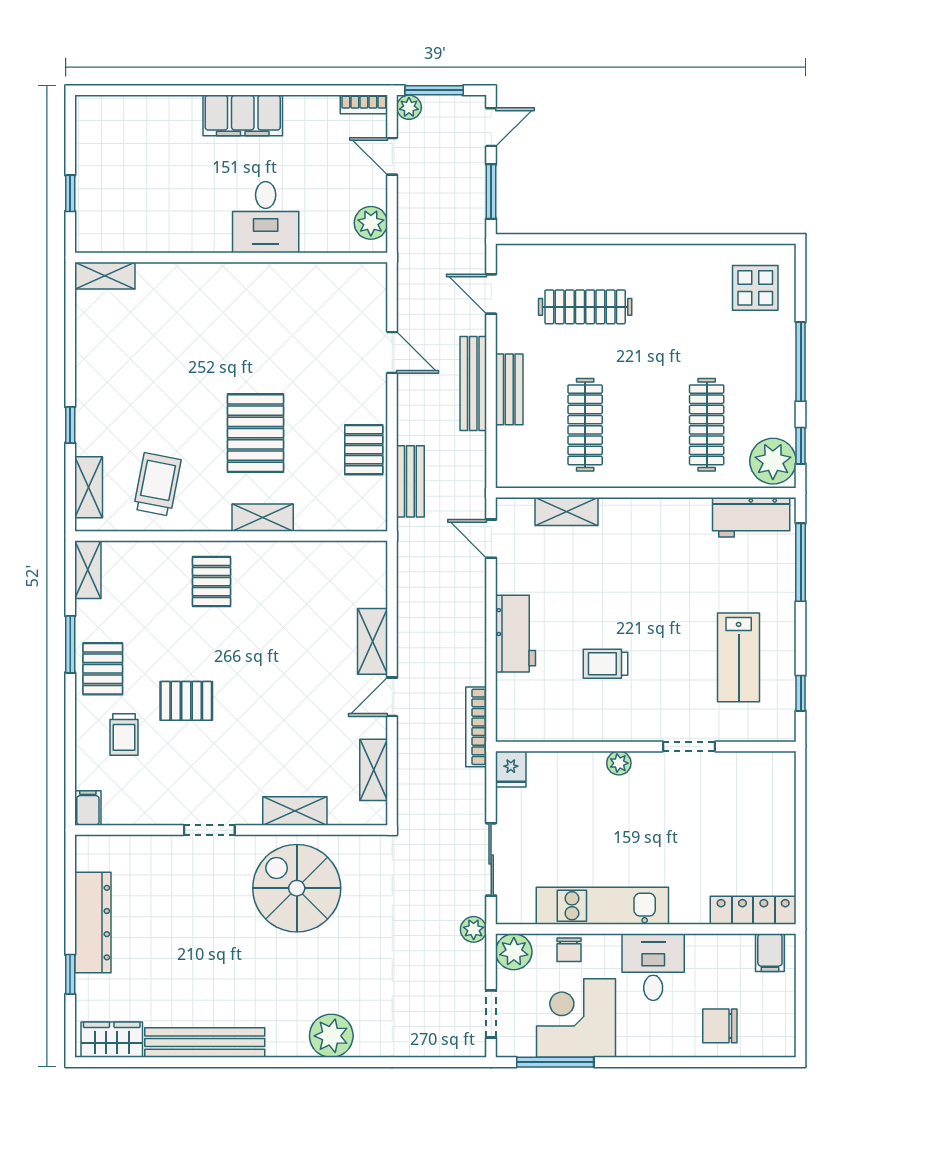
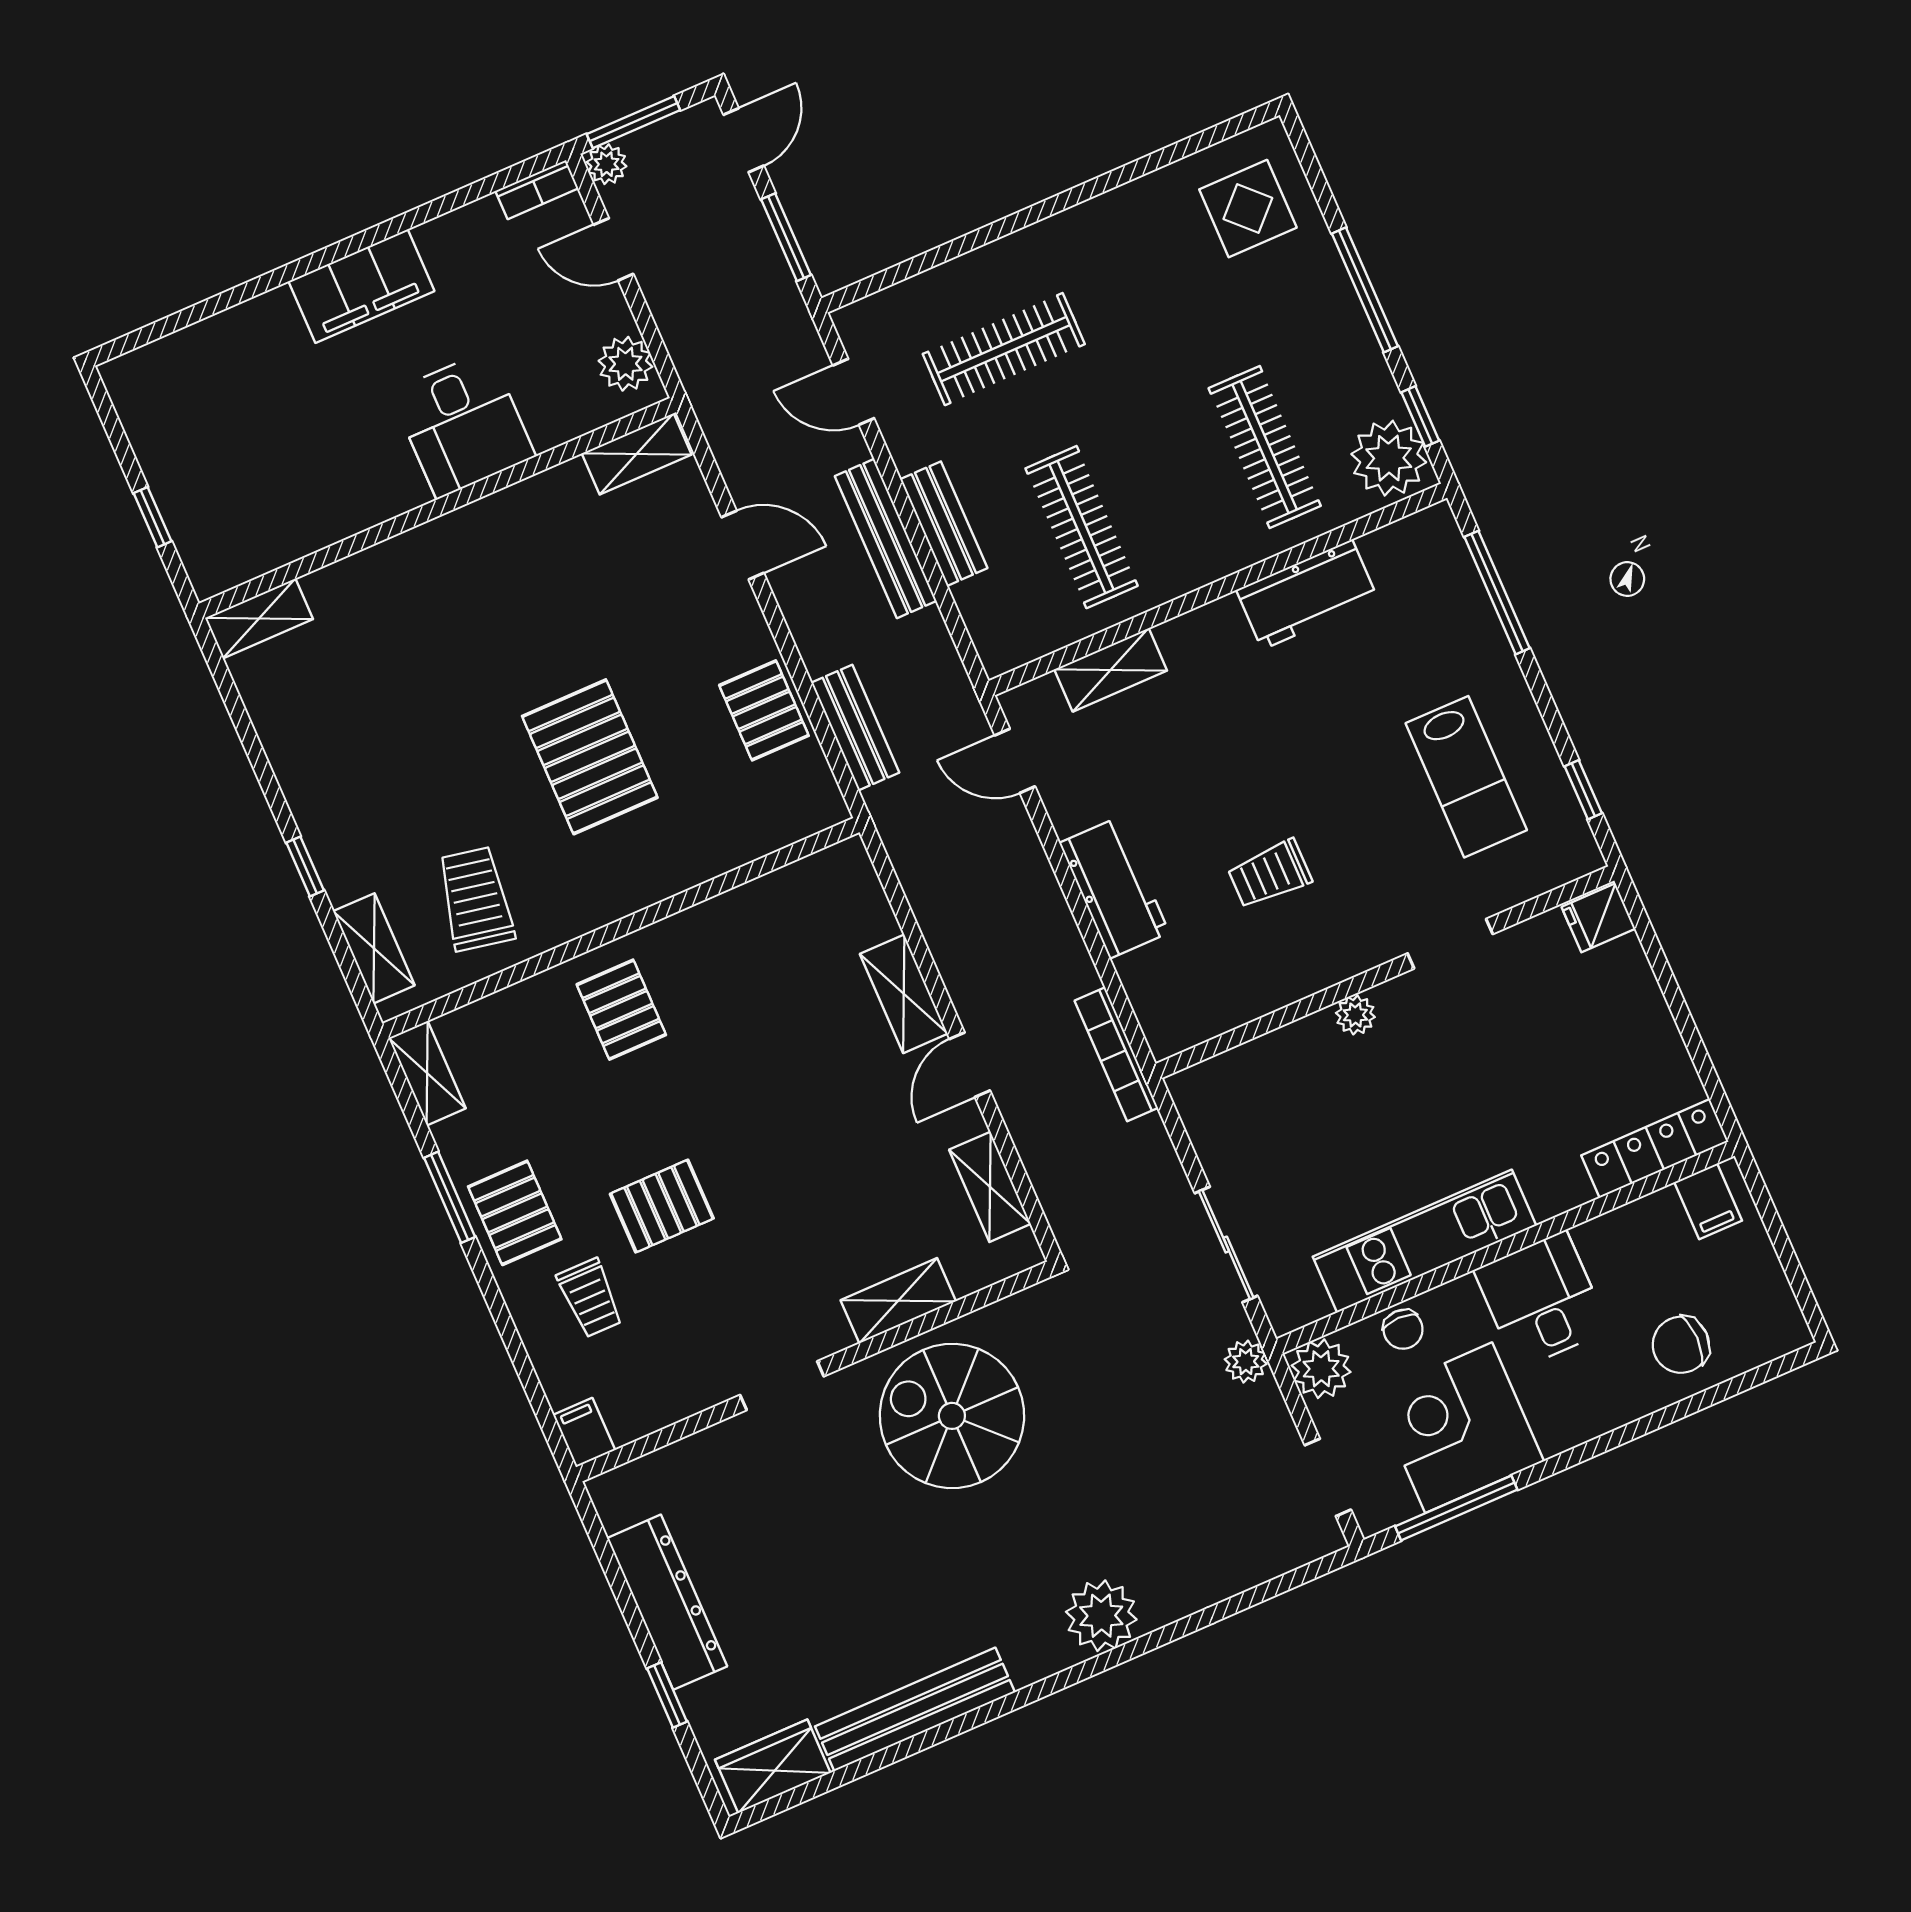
workbench: (751, 517) -> (1307, 595), moved
shelving: (263, 518) -> (637, 454), moved
fridge: (511, 769) -> (1599, 918), moved, turned 90

